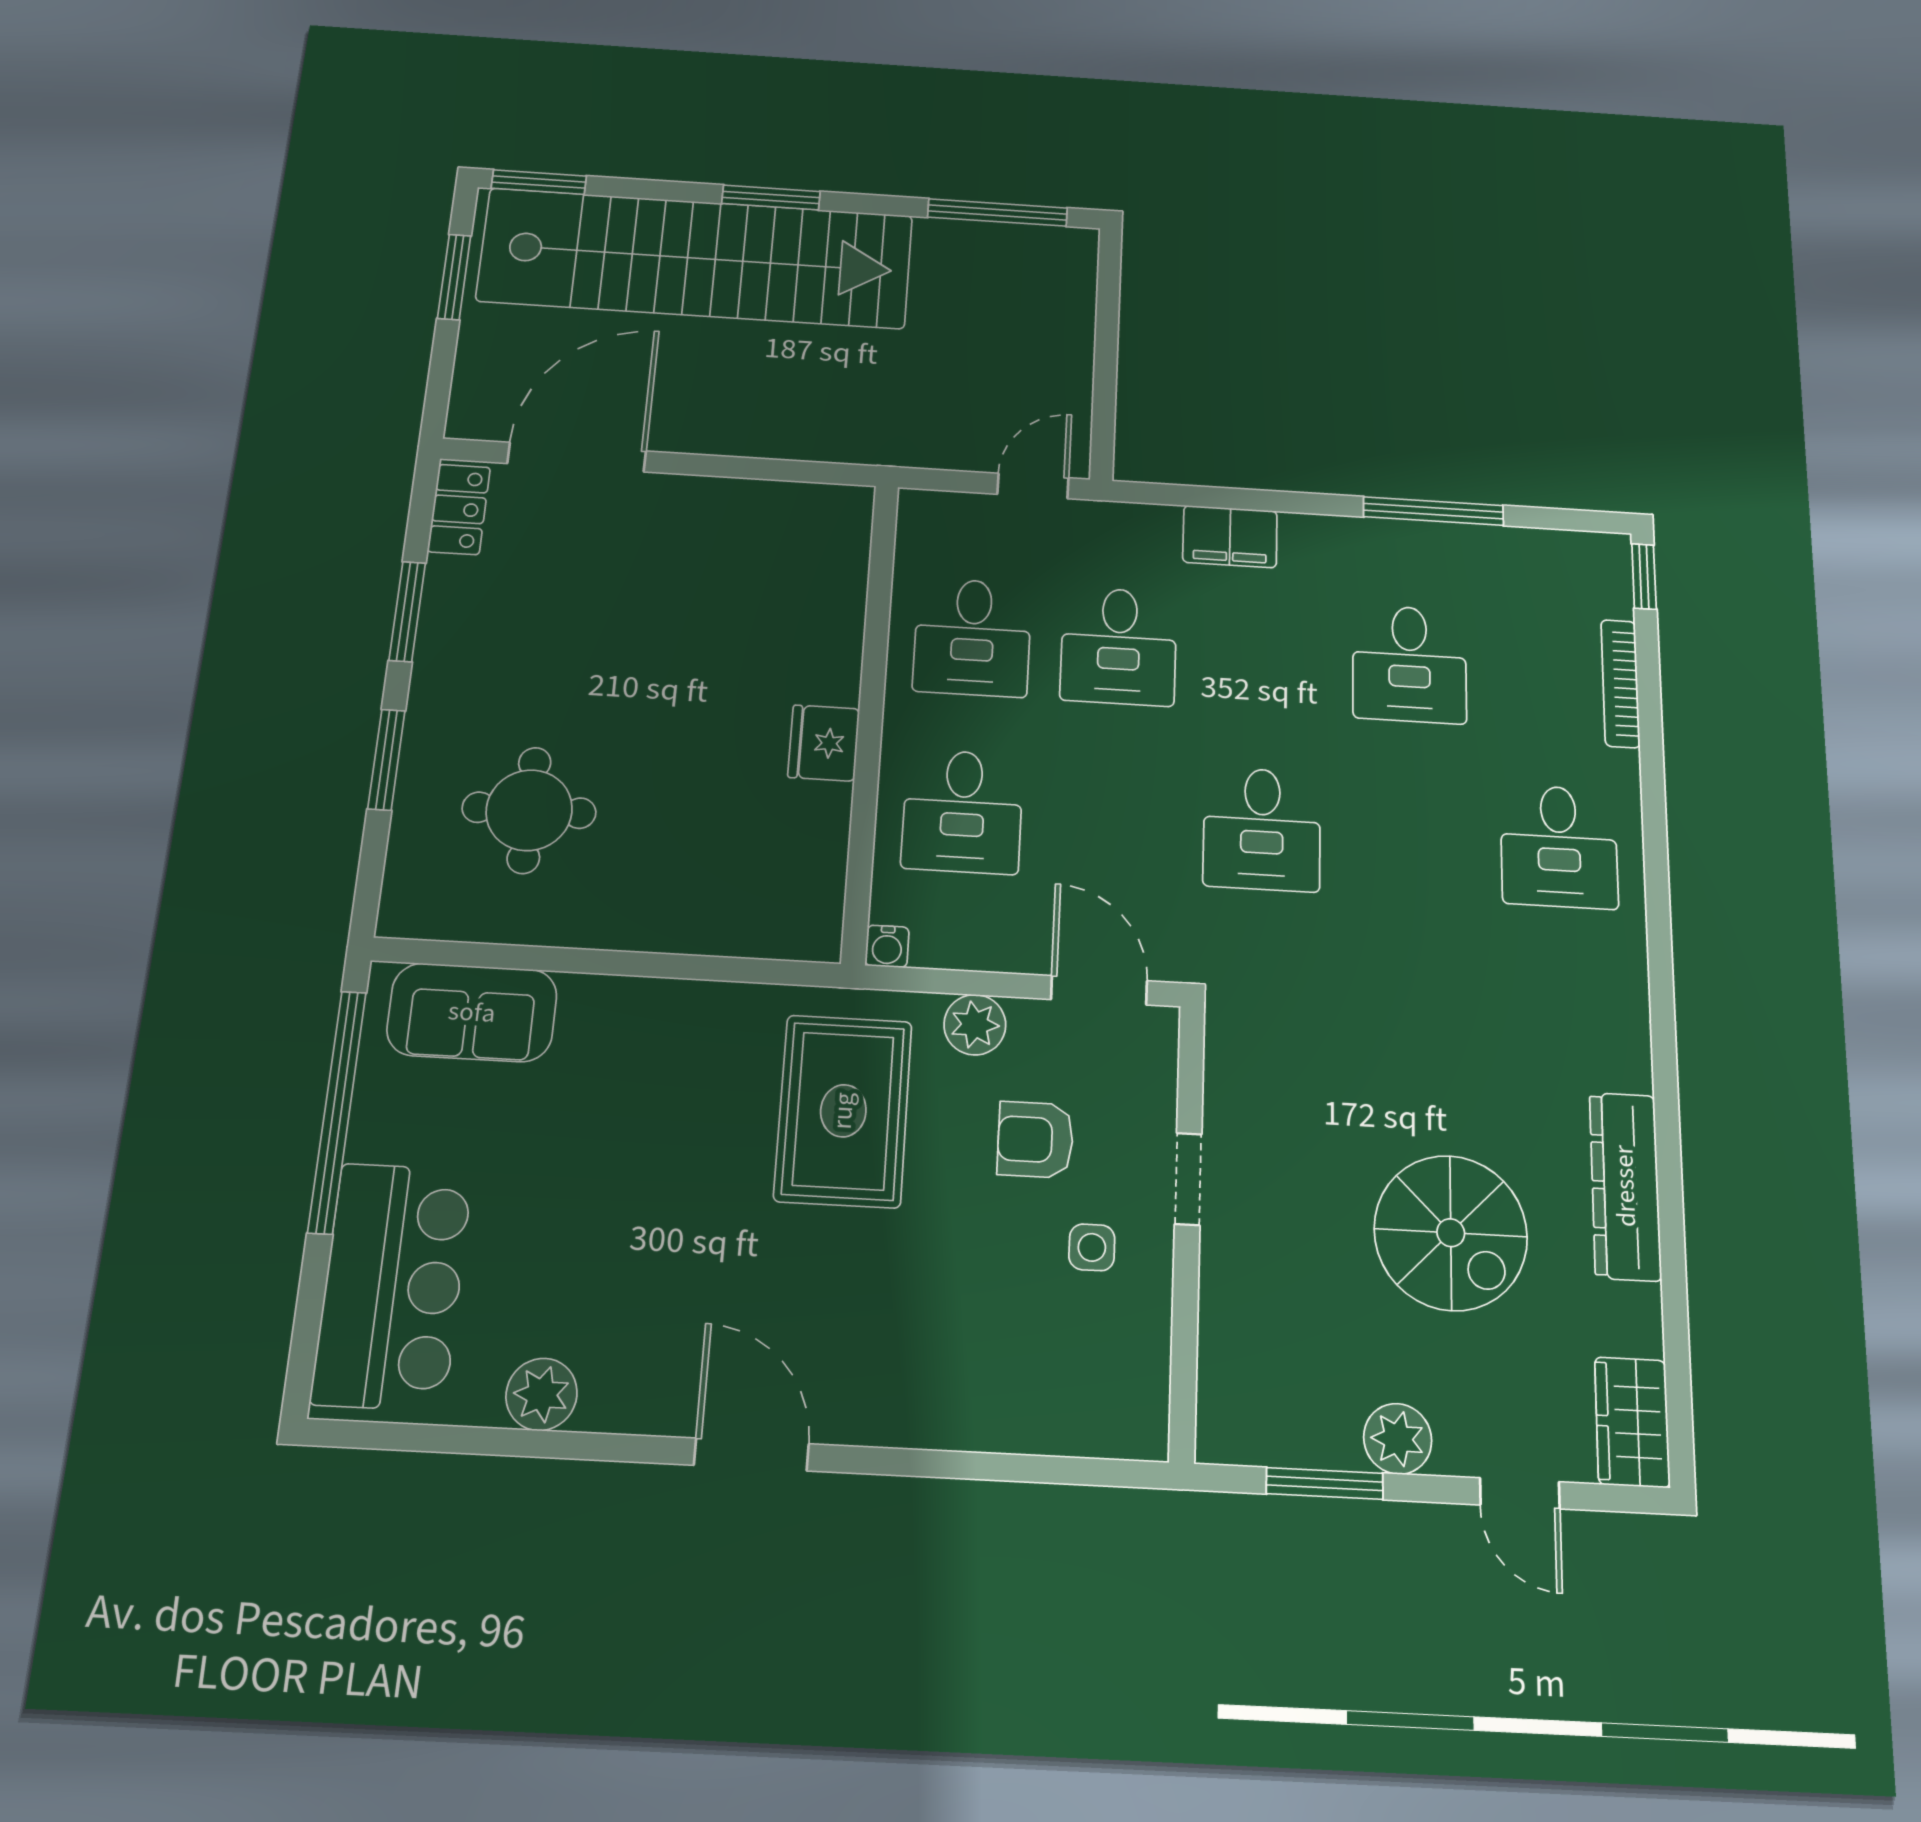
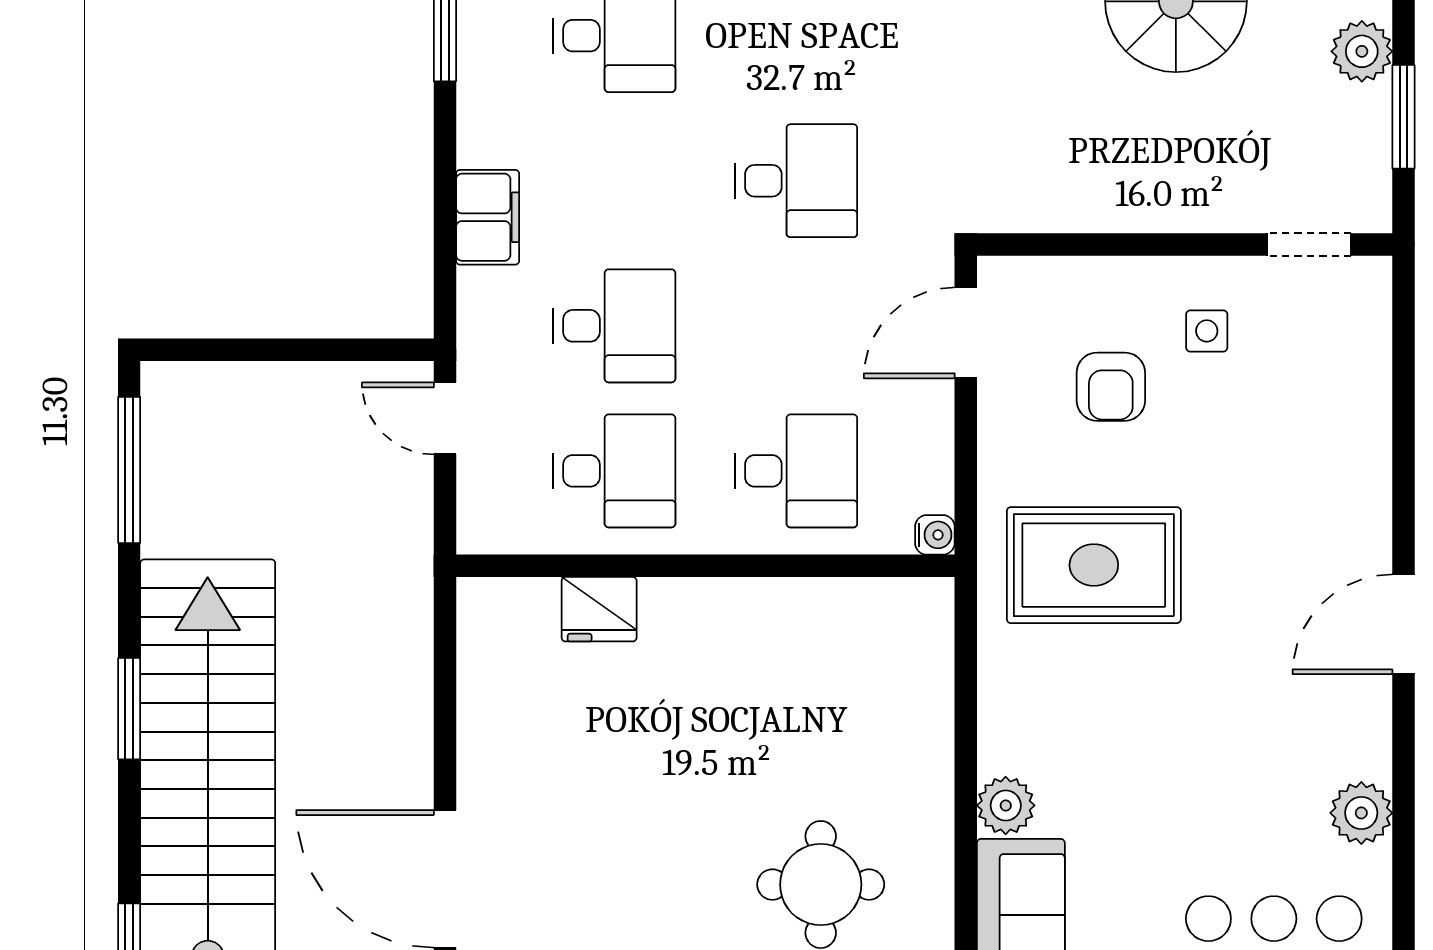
fridge: (824, 743) -> (599, 609), moved
plant: (975, 1025) -> (1006, 805), moved
doorway: (1188, 1179) -> (1309, 244), moved

